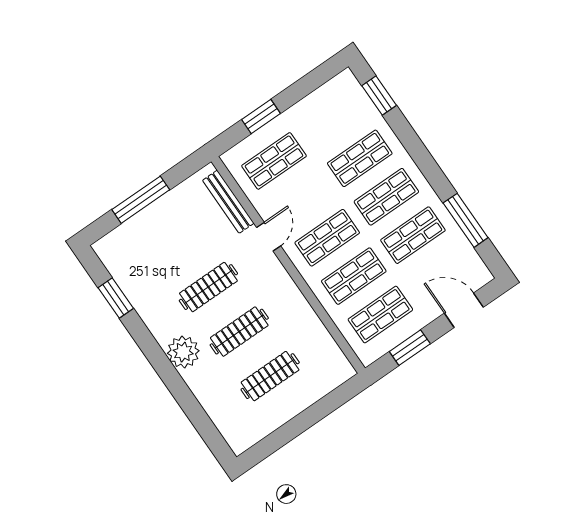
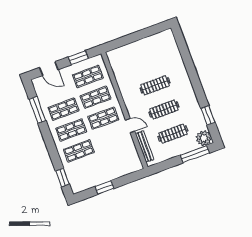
window: (261, 116) -> (104, 187), moved
shop shelf: (274, 161) -> (119, 160), removed
window: (141, 200) -> (195, 154), moved
door: (269, 237) -> (130, 126), swing flipped
plant: (183, 352) -> (204, 138), moved
clothes rail: (270, 376) -> (173, 134), moved

